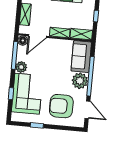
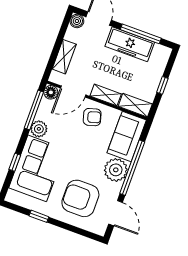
armchair: (55, 50) -> (92, 117), added

